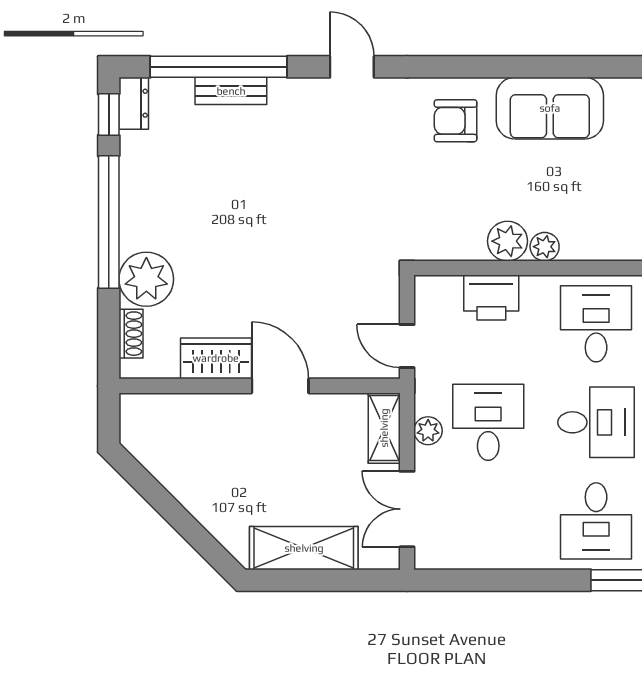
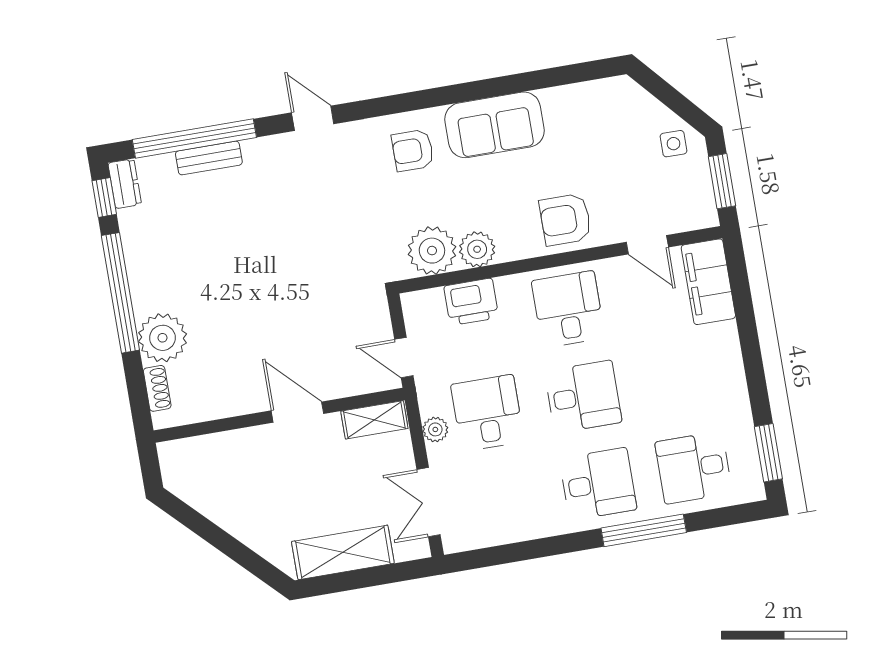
armchair: (610, 225) -> (565, 220), added
plant: (545, 247) -> (432, 251), moved, width x1.88, depth x1.88
wardrobe: (216, 358) -> (236, 398), removed
shelving: (384, 428) -> (374, 420), moved, turned 90
desk: (596, 521) -> (598, 484), turned -90

